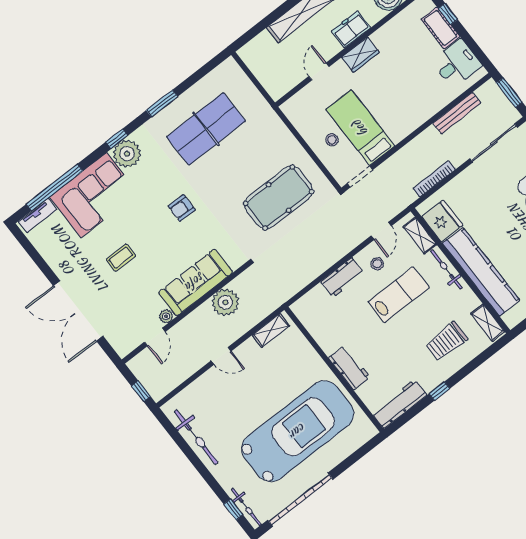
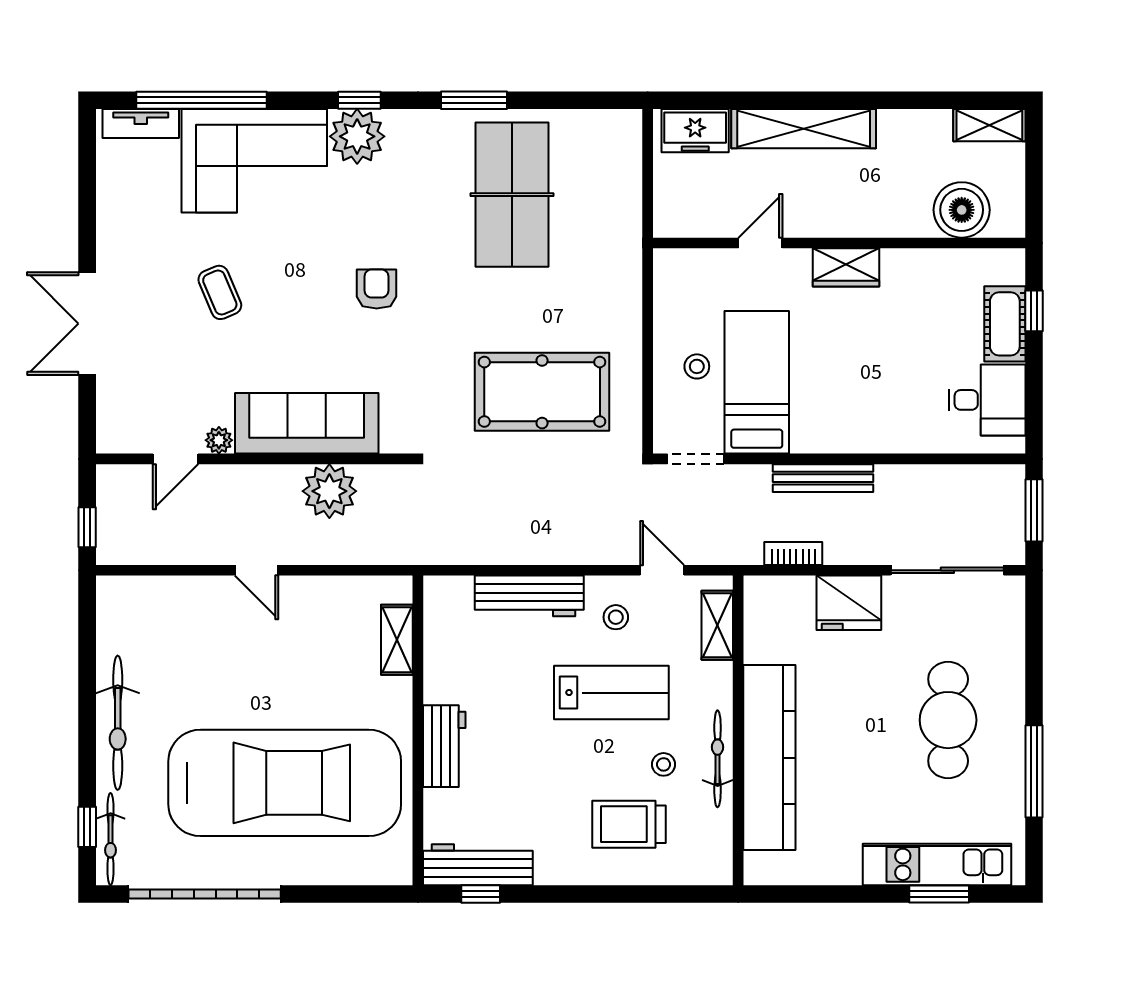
freezer: (351, 29) -> (695, 131), moved, turned 180
bench: (457, 113) -> (823, 478), moved
table tennis table: (206, 129) -> (512, 195), turned 90
bookcase: (434, 179) -> (793, 553), width x0.64
armchair: (182, 208) -> (377, 289), turned 89
fridge: (442, 221) -> (849, 603), moved, turned 90
door: (381, 231) -> (662, 570), swing flipped
coffee table: (121, 258) -> (220, 292), turned 67
bicycle: (446, 269) -> (718, 759), moved
workbench: (342, 277) -> (529, 596), width x1.38
stool: (442, 307) -> (664, 764), added
double door: (78, 311) -> (87, 324), width x0.73
shelving: (488, 323) -> (717, 845), removed
shelving: (271, 330) -> (397, 640), moved, turned 90
window: (439, 391) -> (481, 894), moved
bicycle: (196, 437) -> (118, 723), moved

